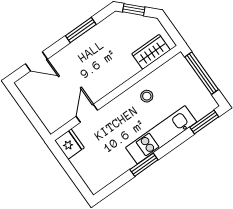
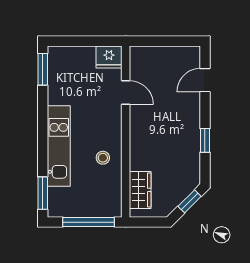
window: (81, 30) -> (205, 140), width x0.67
window: (144, 165) -> (43, 69), moved

